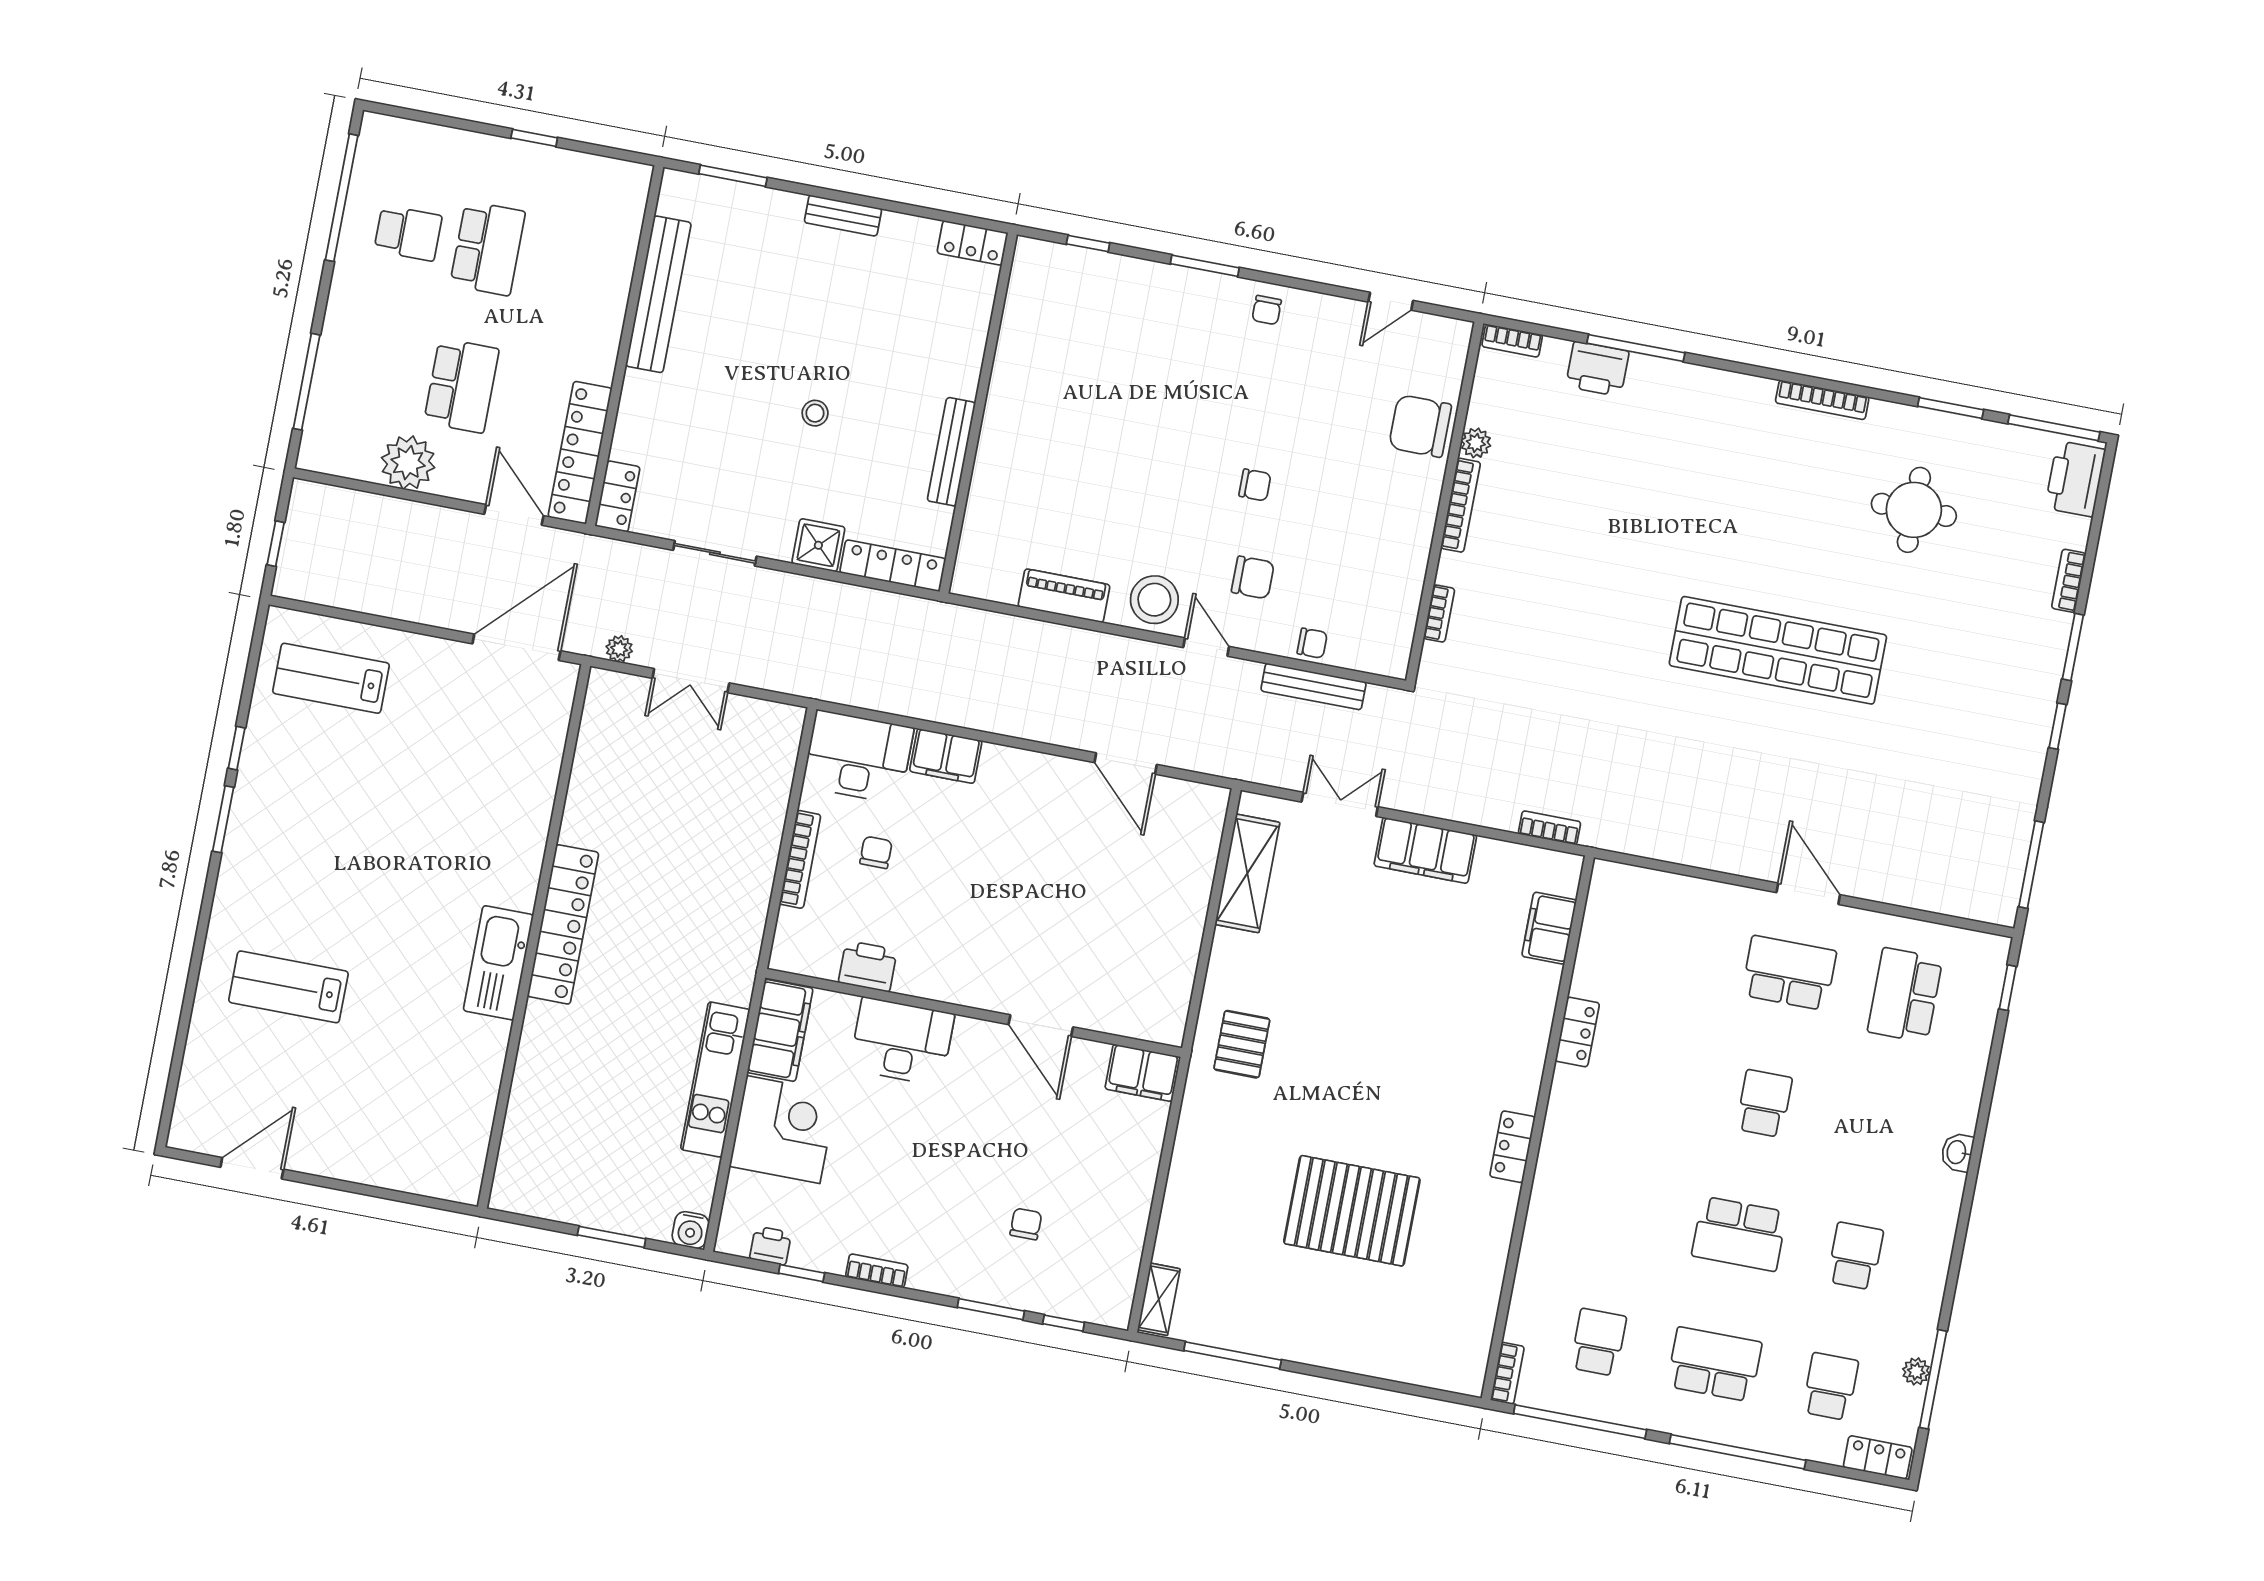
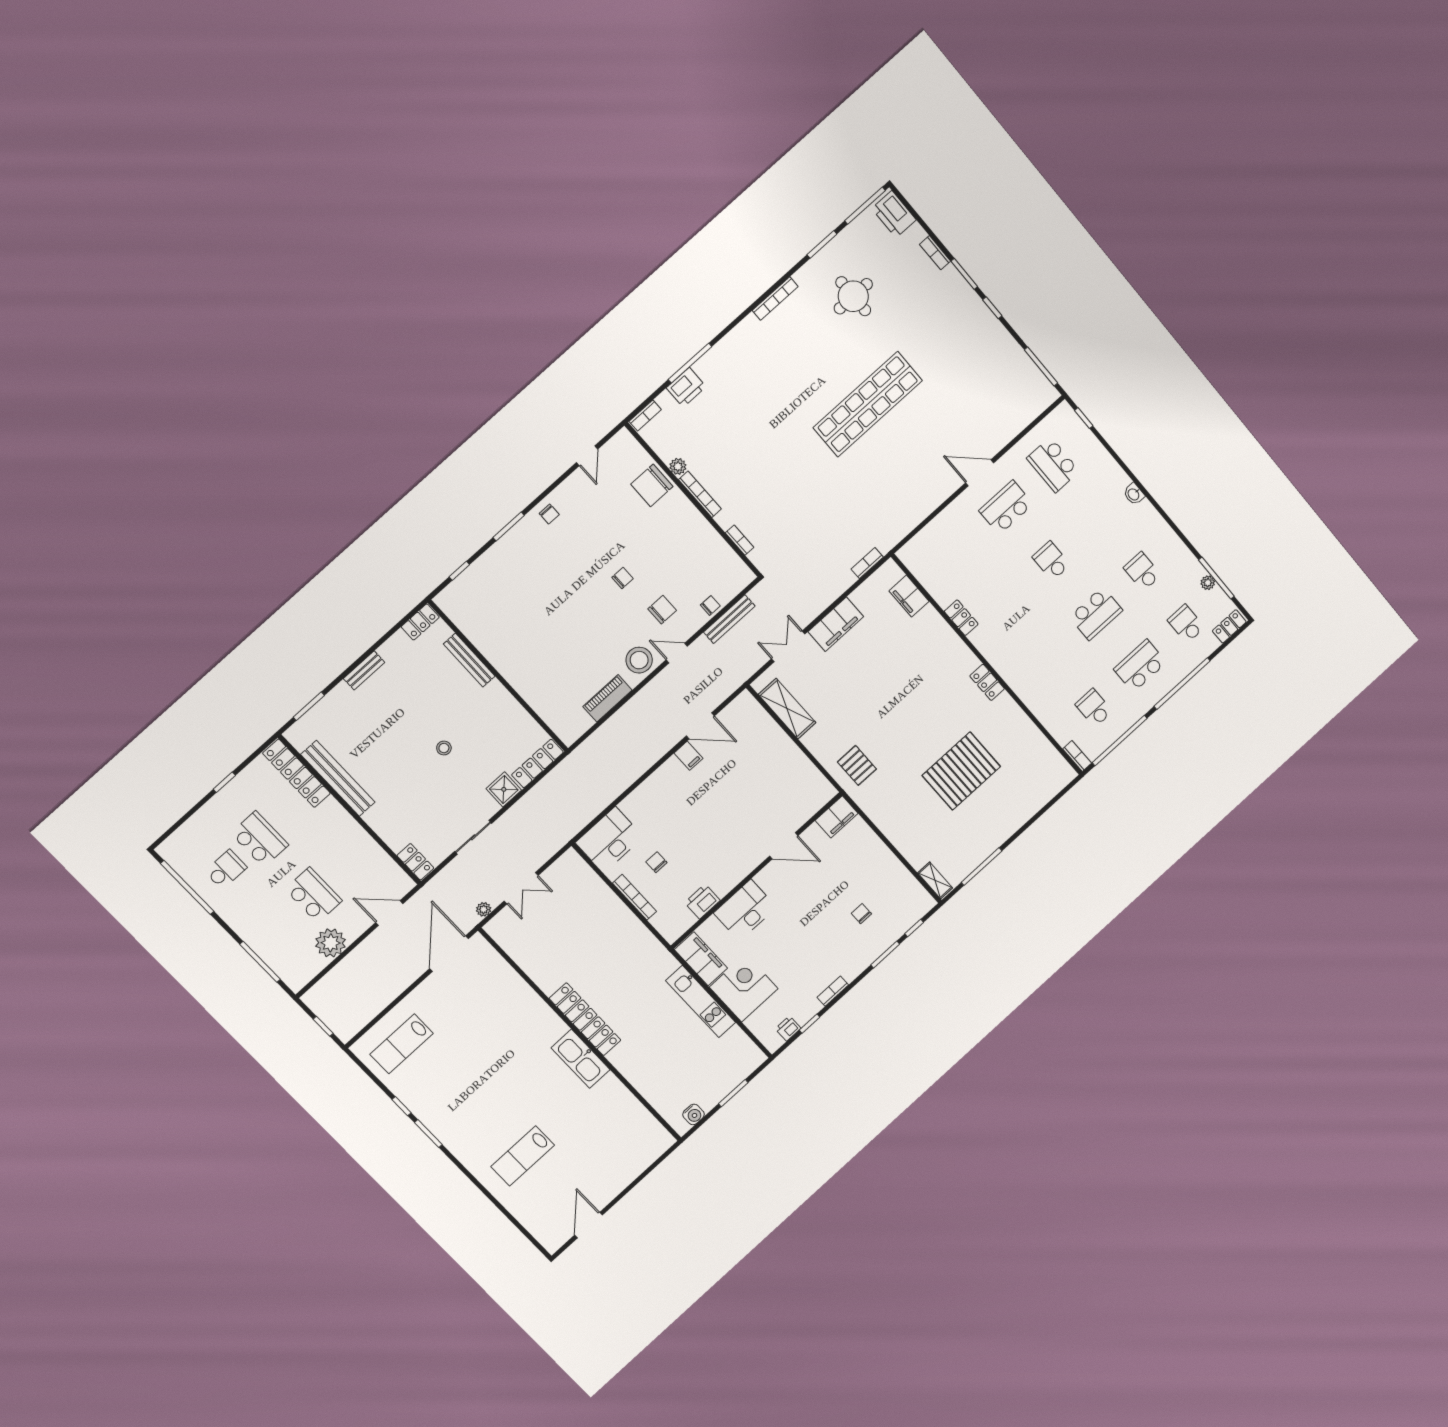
bench: (951, 452) -> (469, 660), moved
locker: (580, 453) -> (296, 773), moved
filing cabinet: (946, 756) -> (688, 756), moved, width x0.50
water cooler: (691, 1230) -> (693, 1114), moved

